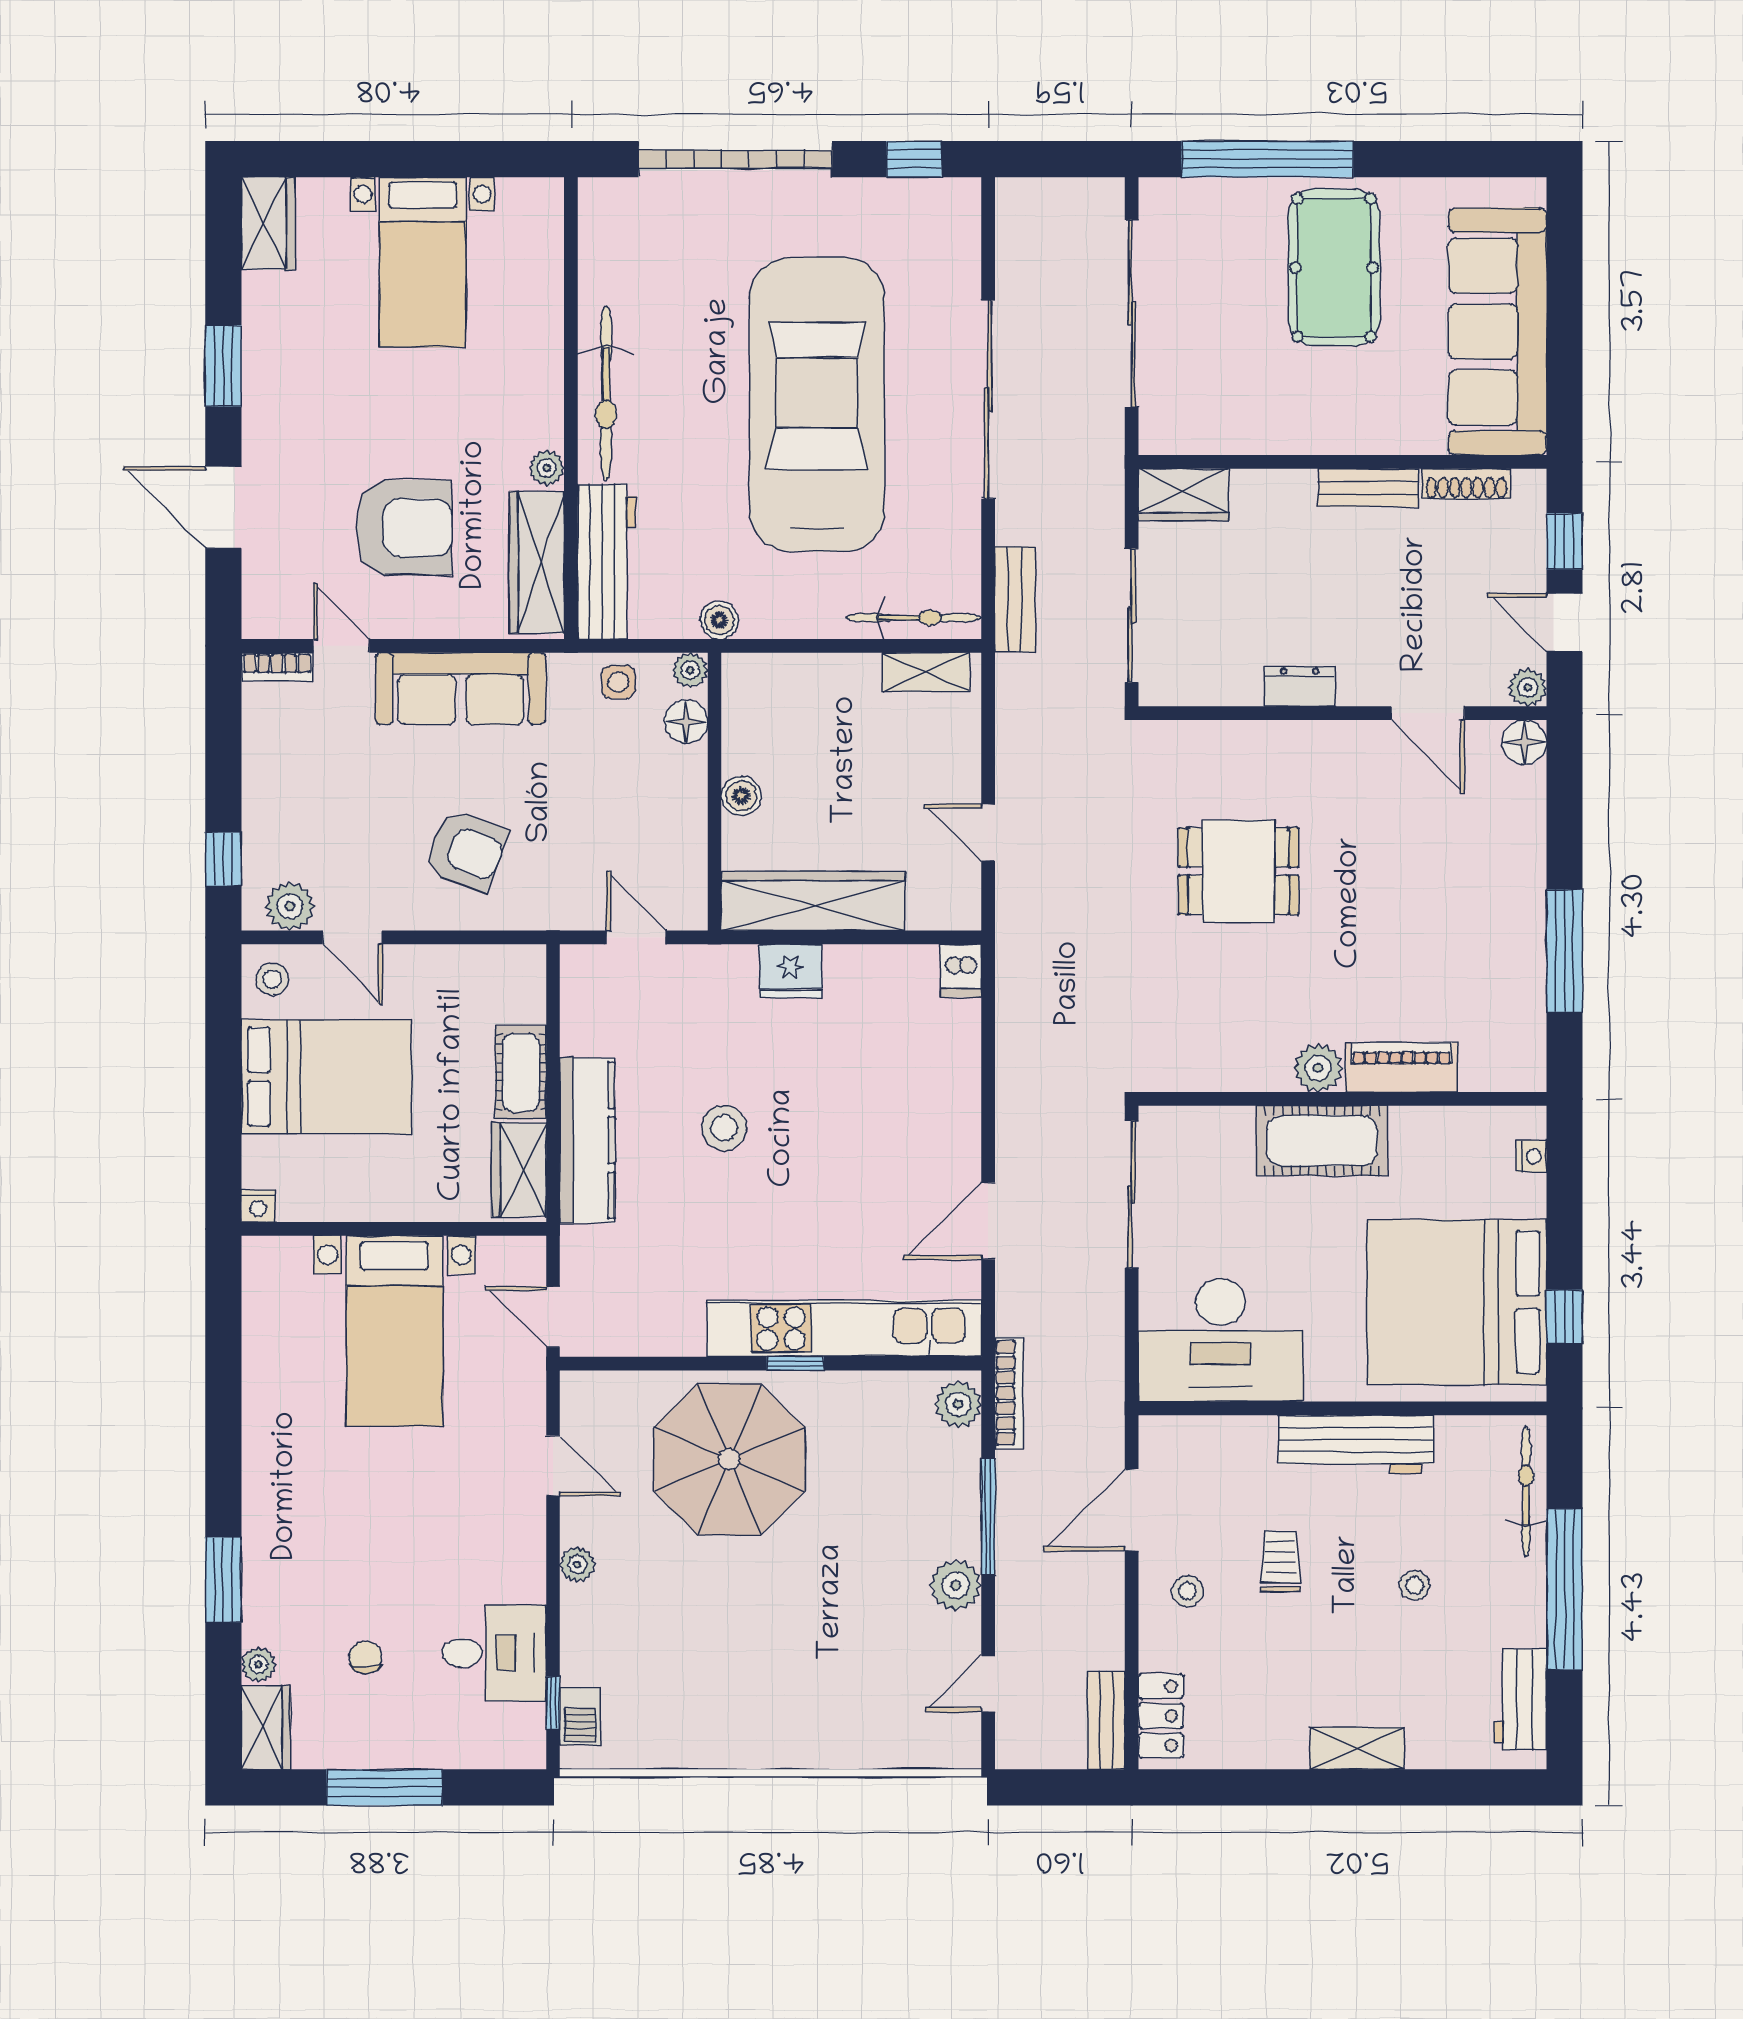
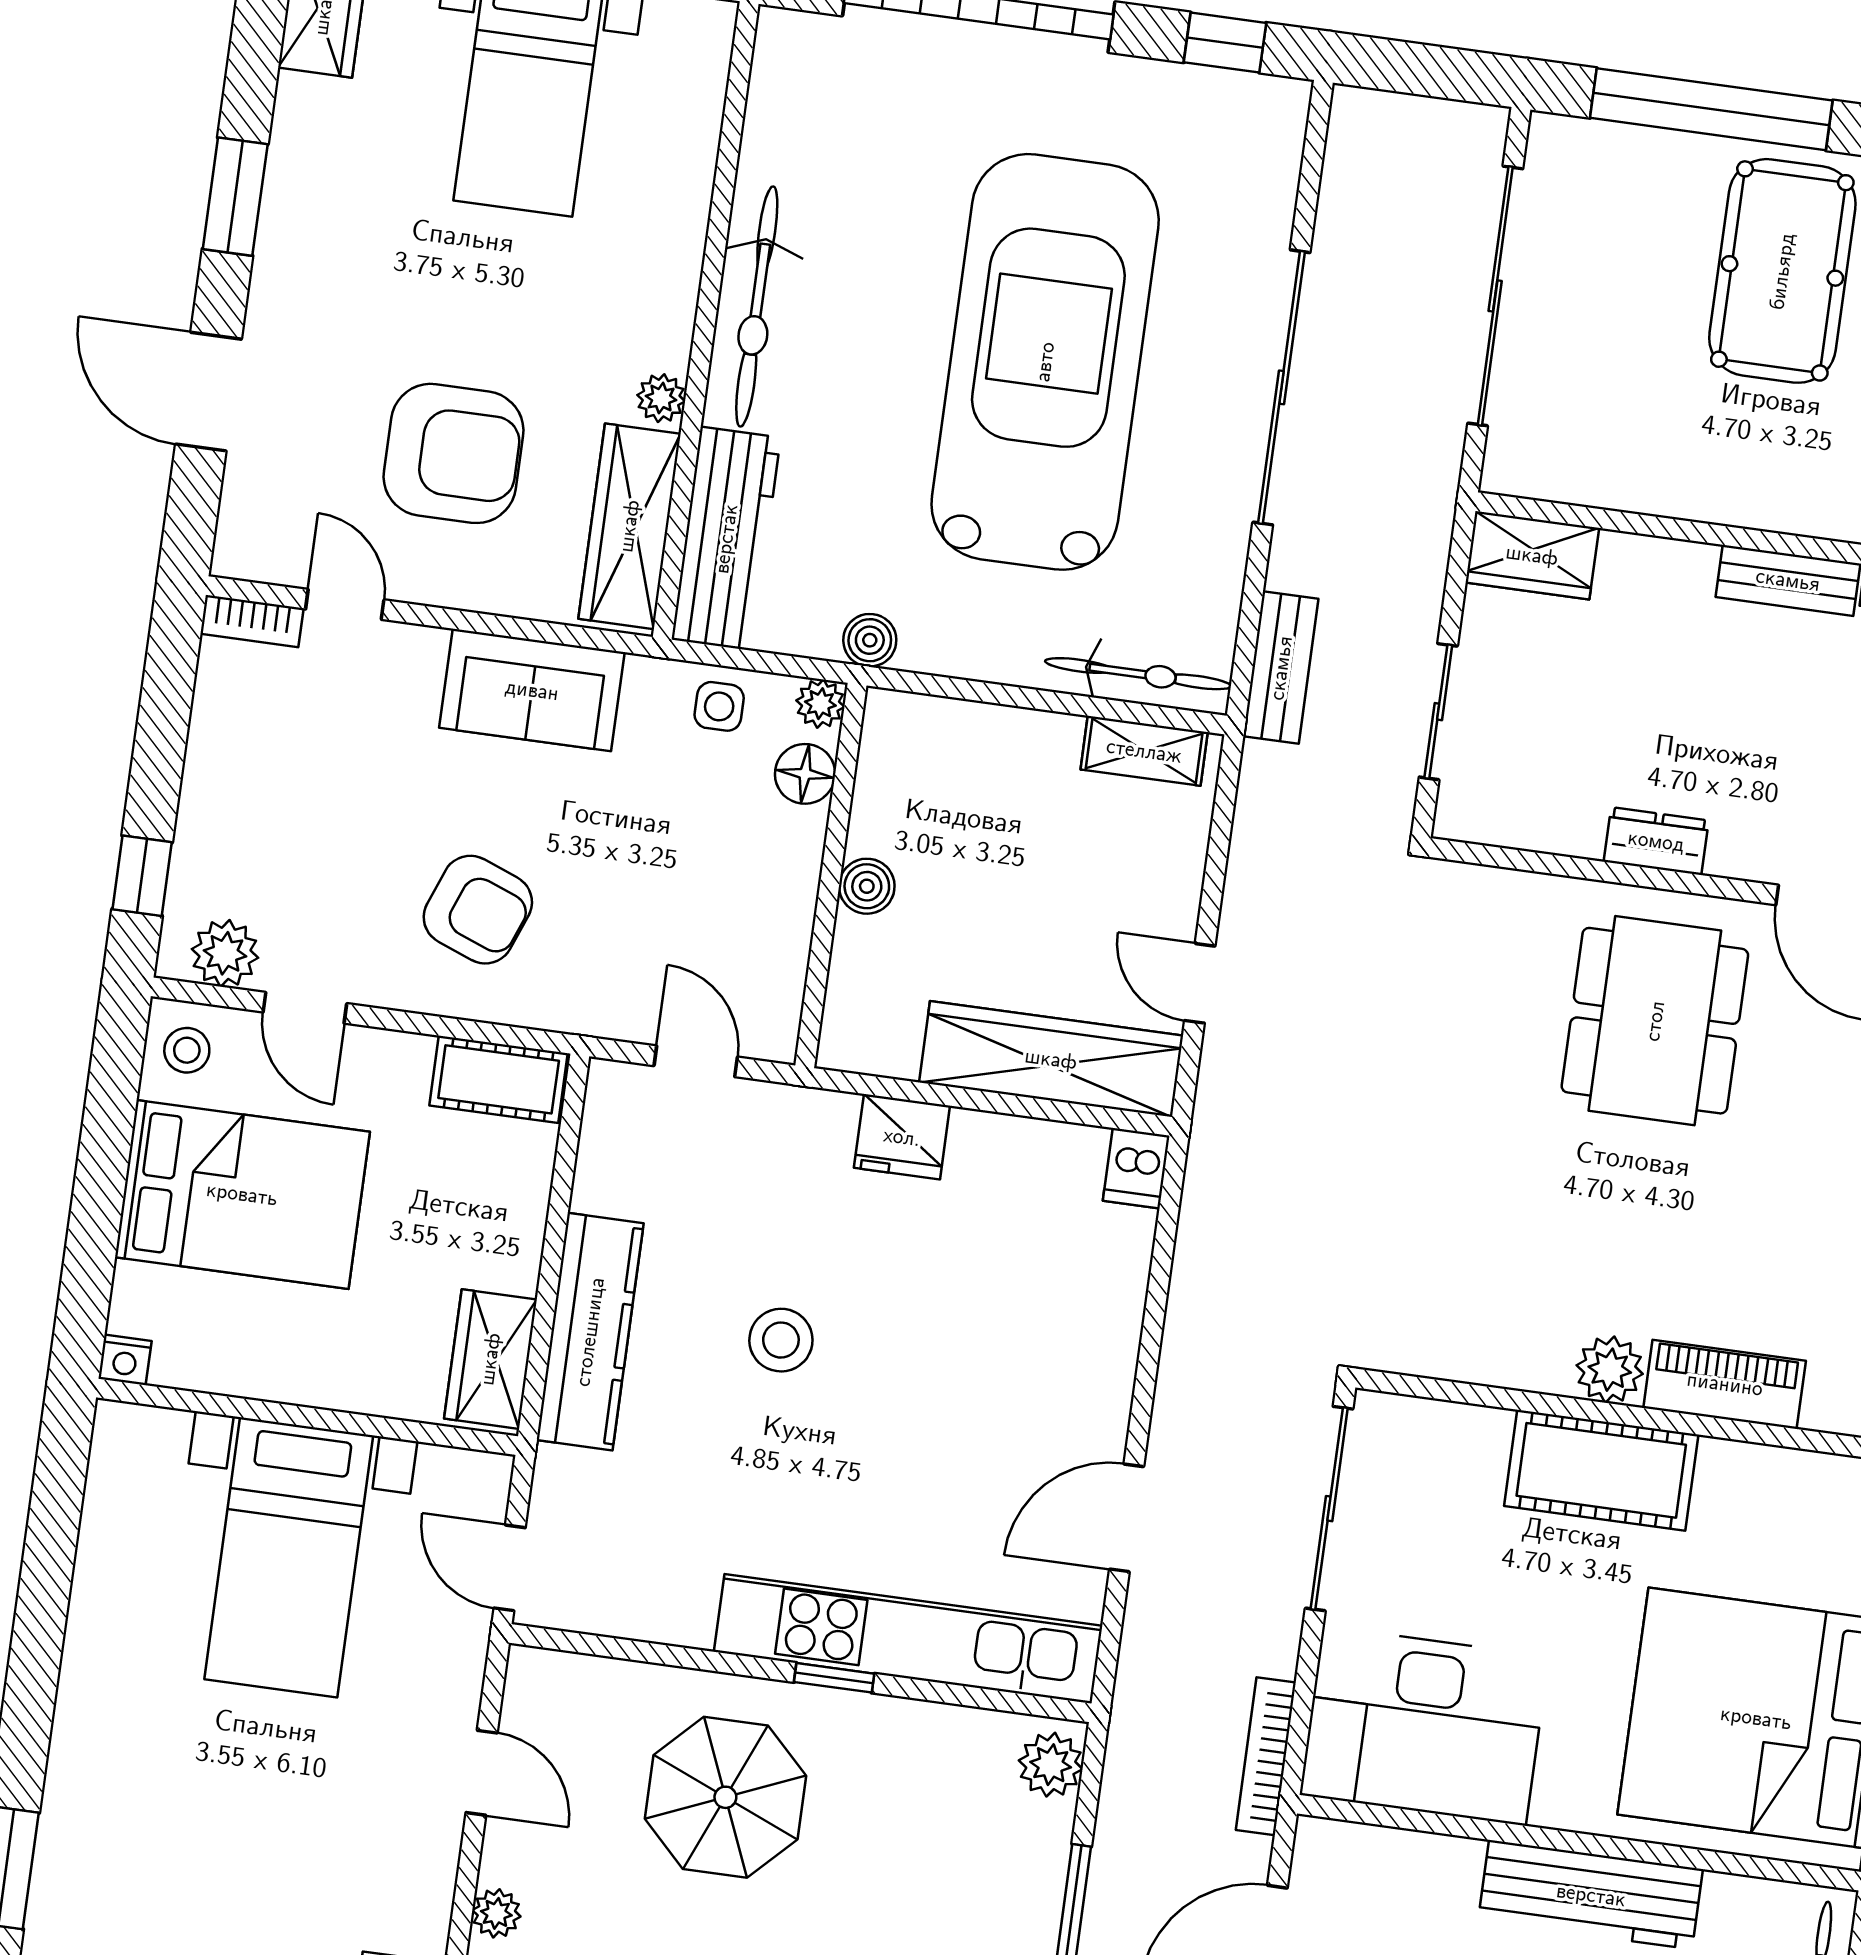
sliding door: (1132, 615) -> (1438, 712), width x0.73
sofa: (461, 689) -> (532, 690), width x0.73
dining table: (1238, 871) -> (1655, 1021), moved, width x1.38
wardrobe: (813, 901) -> (1051, 1059), moved
cot: (521, 1072) -> (499, 1079), moved, turned 90
bookcase: (1009, 1393) -> (1266, 1756), moved, turned 180
parasol: (729, 1459) -> (725, 1797), width x0.73, depth x0.73

